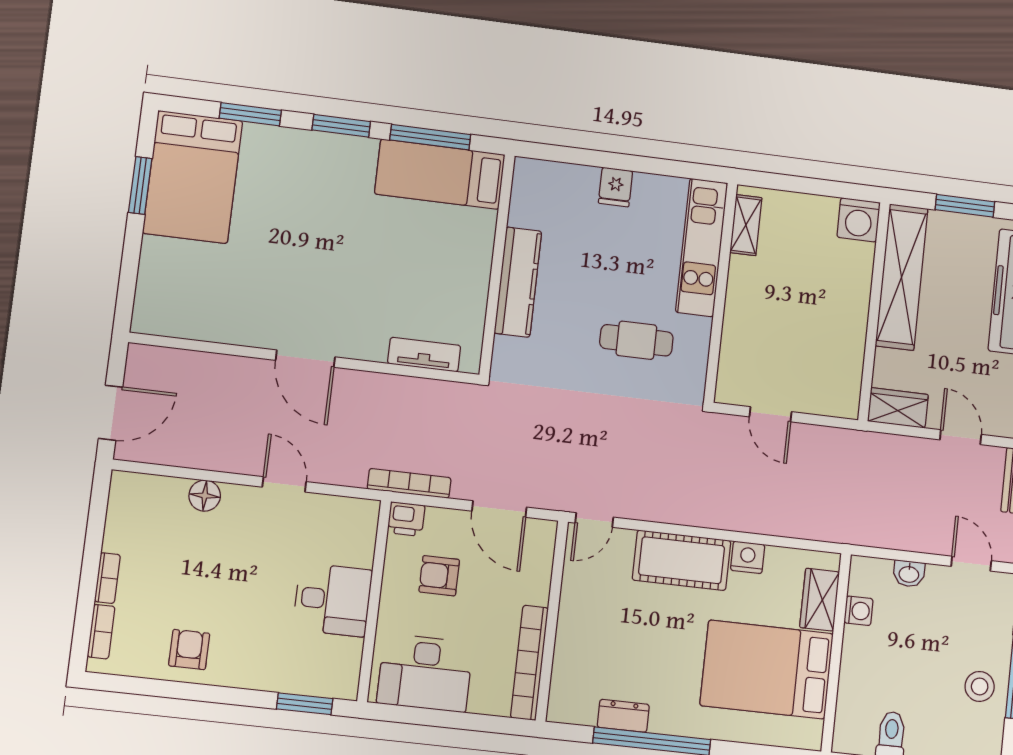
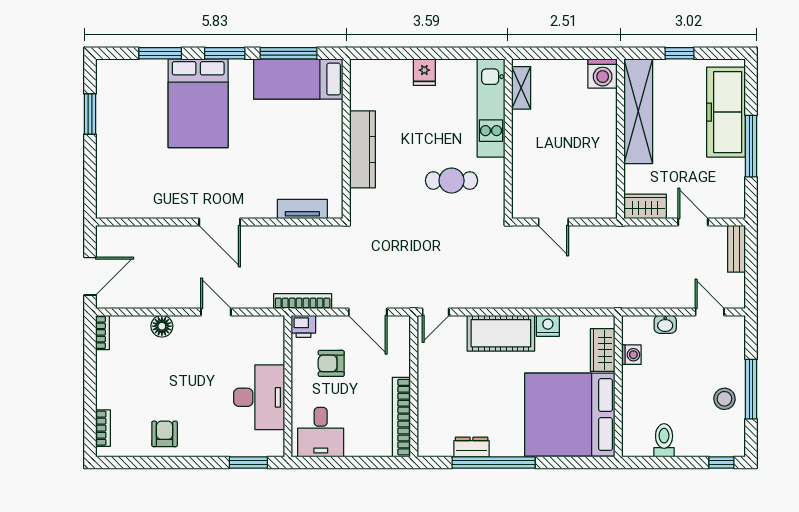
bed: (193, 177) -> (198, 103), moved
window: (965, 206) -> (679, 53), width x0.67
bookcase: (107, 578) -> (103, 332), moved
desk: (333, 600) -> (259, 397), width x1.37
bed: (767, 670) -> (570, 415), width x1.36
desk: (425, 673) -> (321, 432), width x0.73

